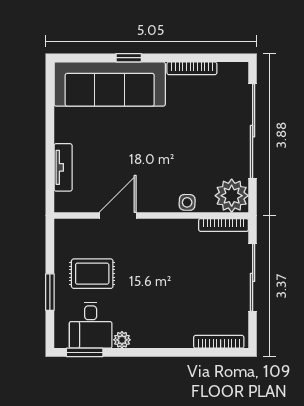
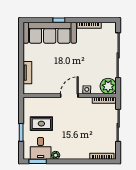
door: (118, 216) -> (69, 96), moved

